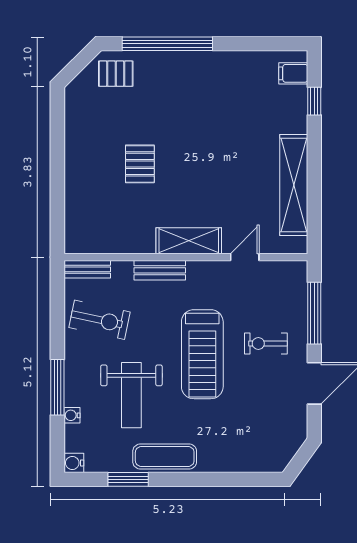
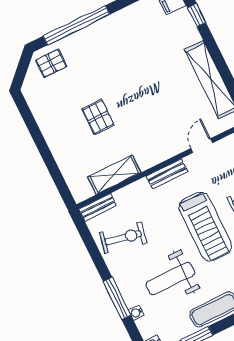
shelving: (189, 241) -> (114, 175), moved
bench: (160, 270) -> (167, 174), moved
weight bench: (131, 395) -> (170, 279), turned 90

